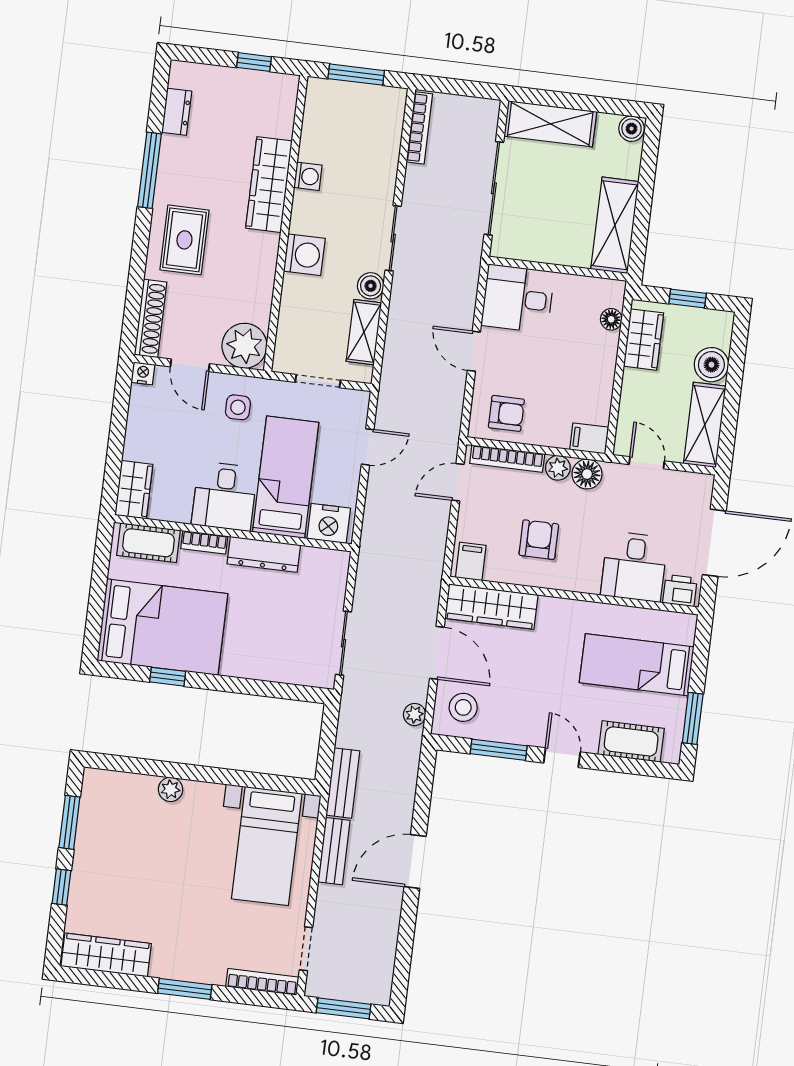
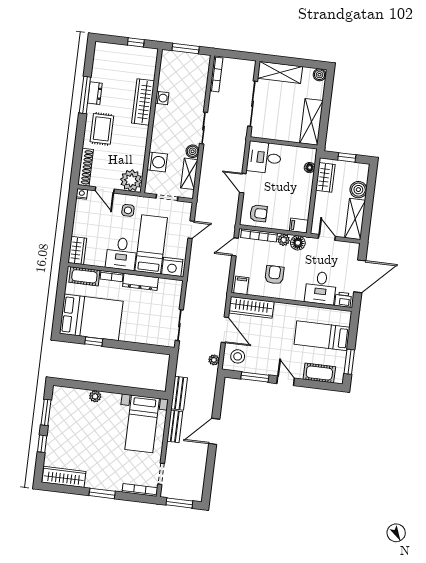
dresser: (177, 112) -> (95, 93), moved
washing machine: (304, 255) -> (157, 162), moved

